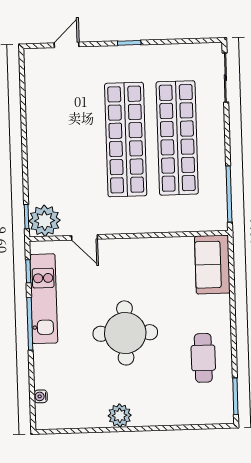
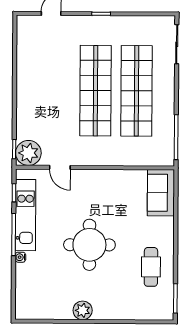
water cooler: (41, 396) -> (20, 257), moved

